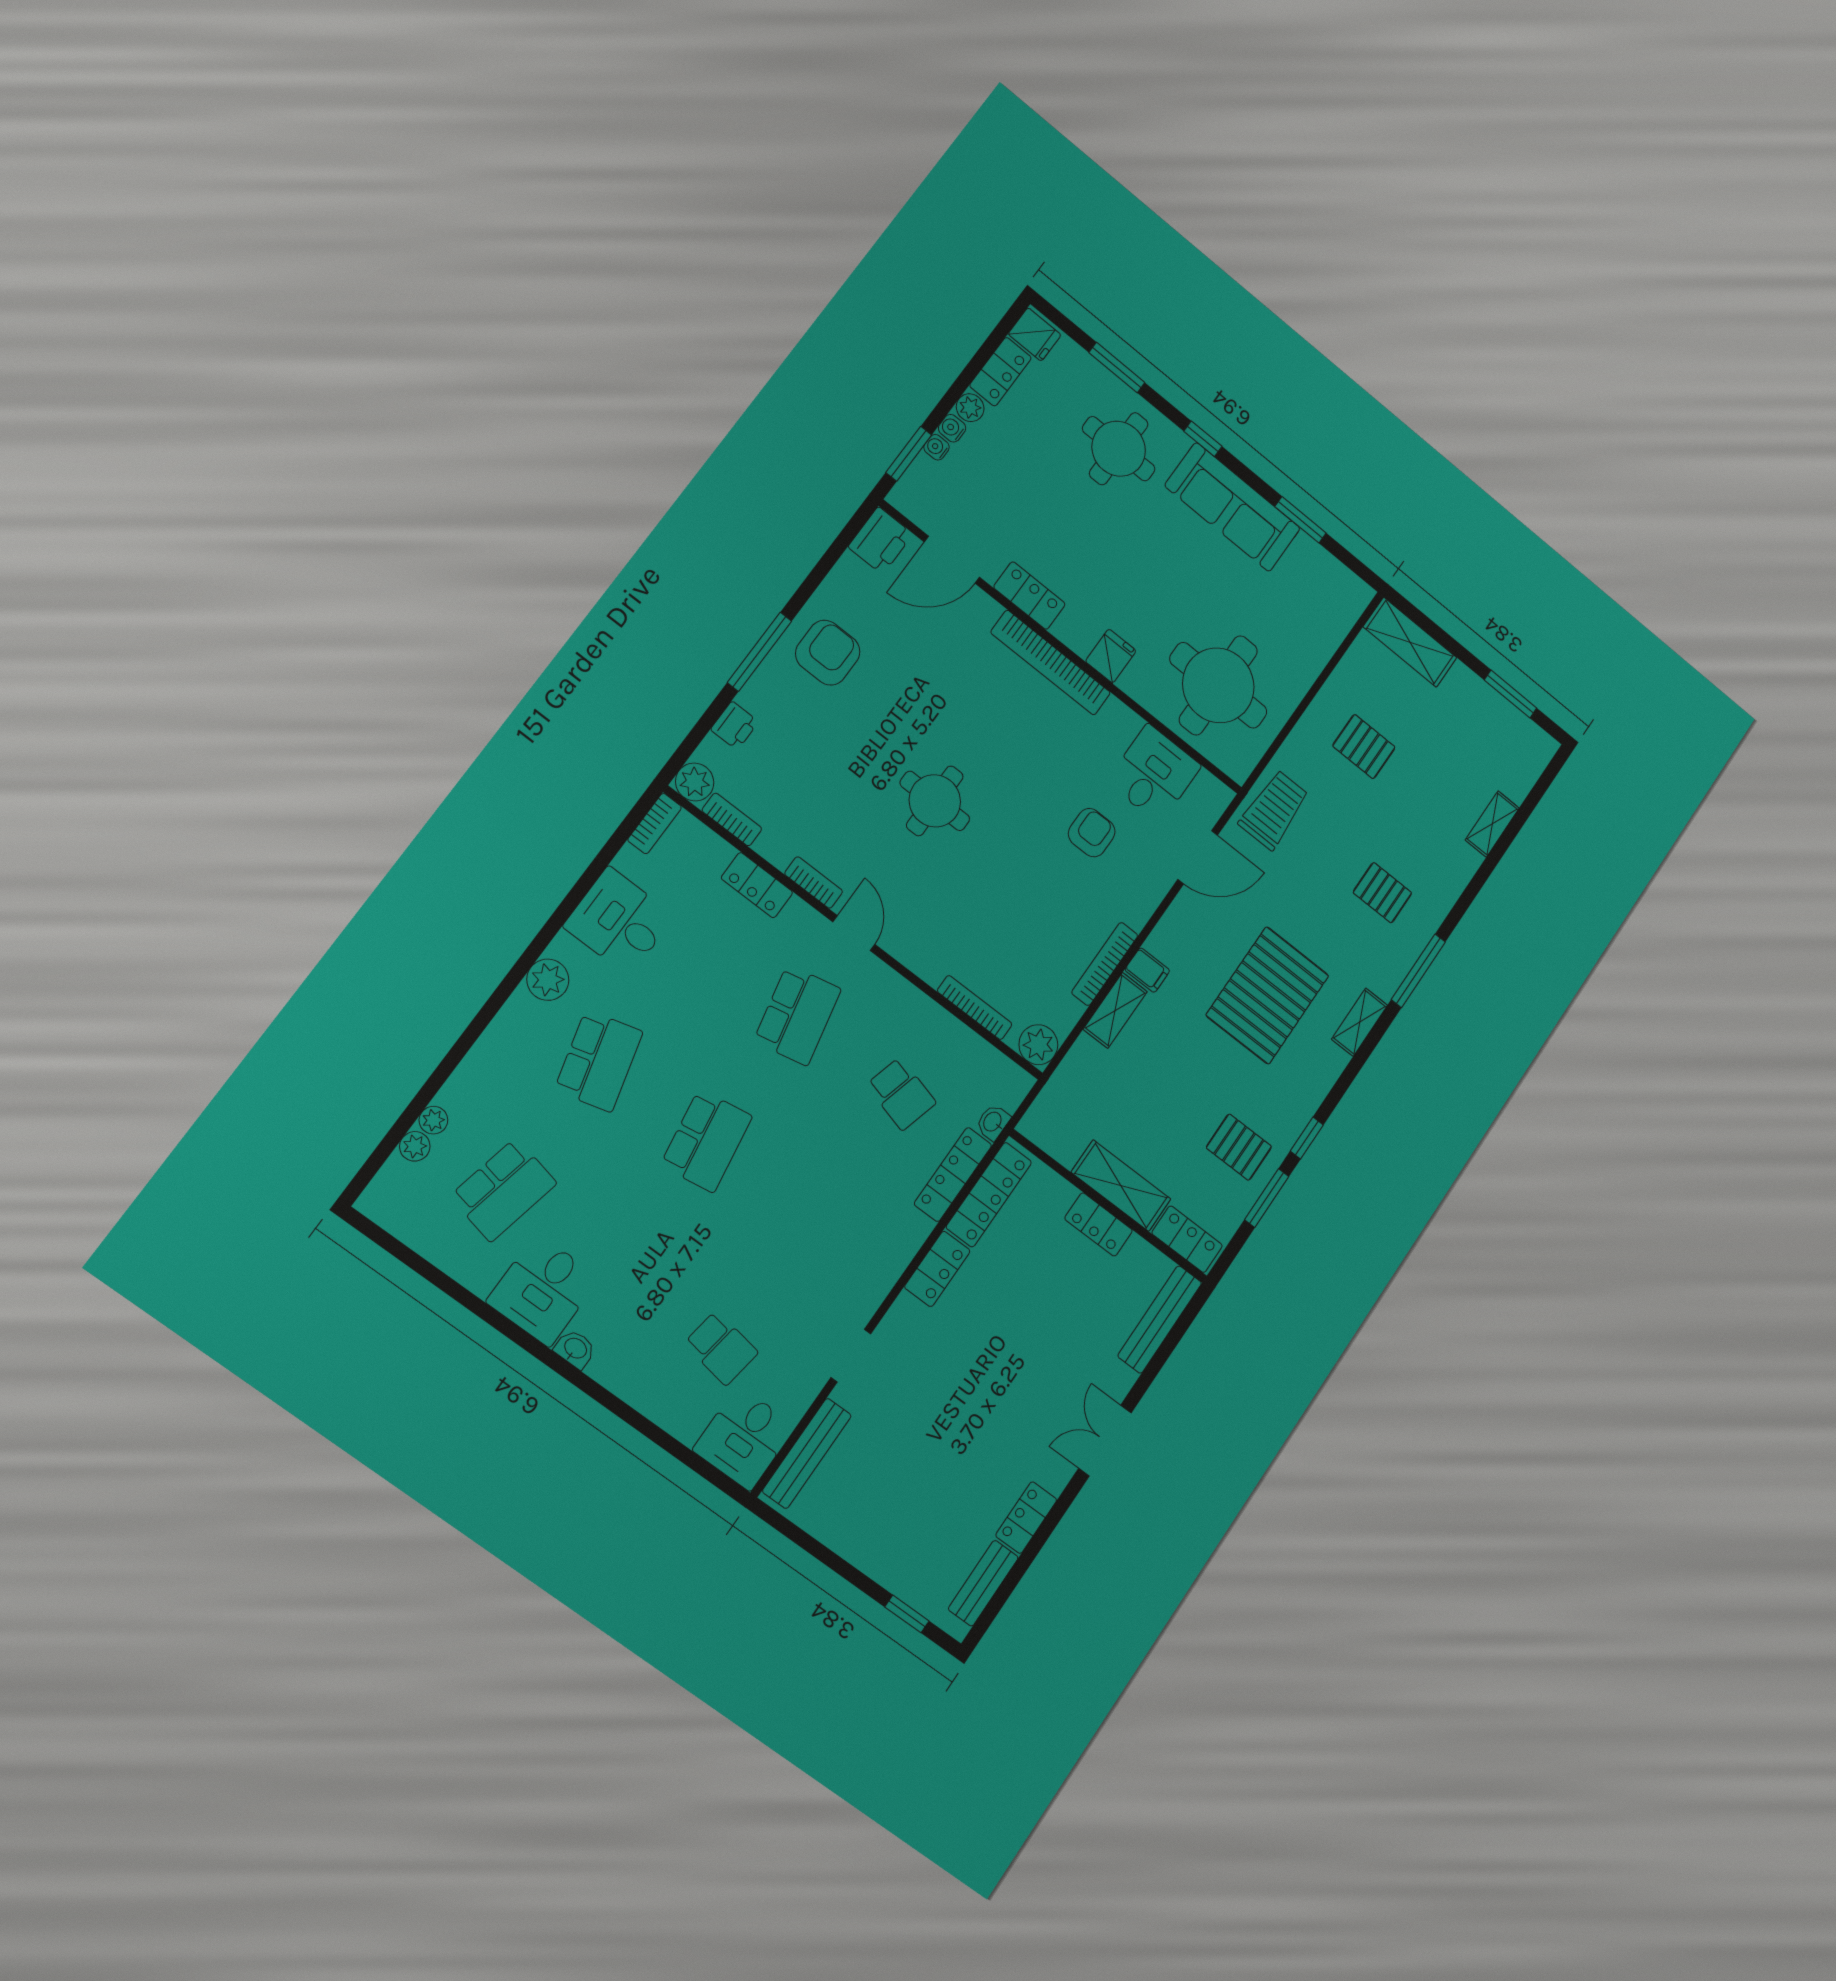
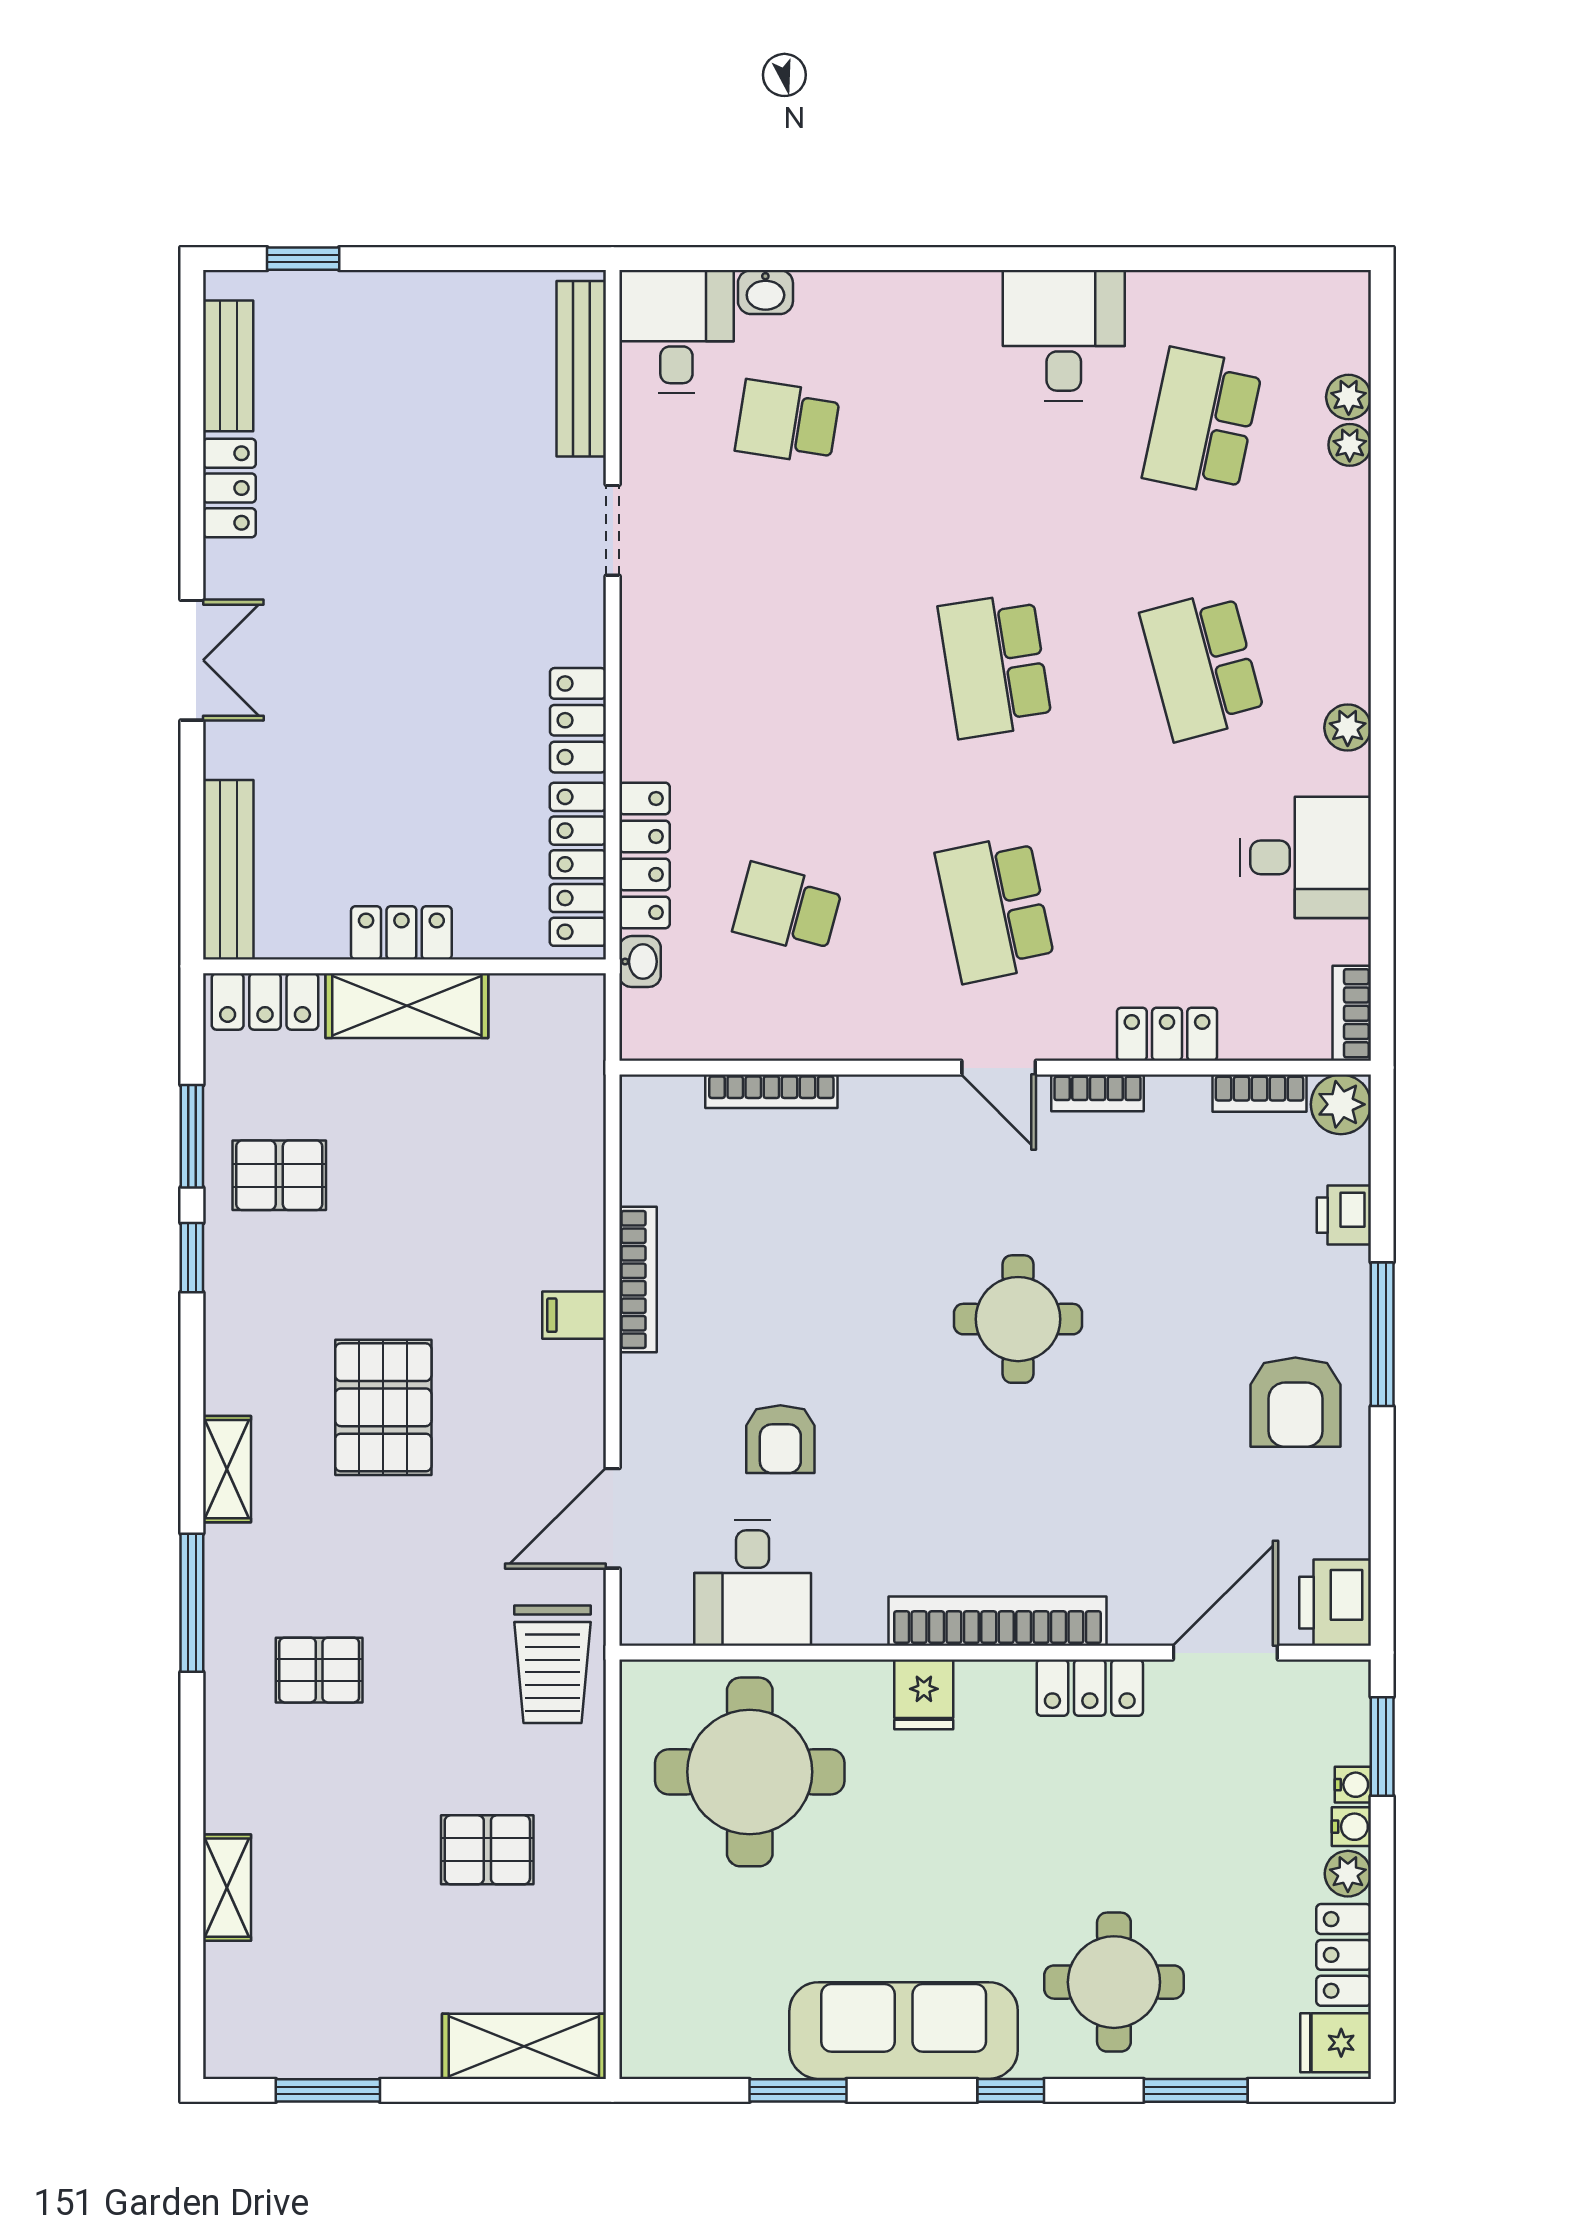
plant: (548, 980) -> (1348, 728), width x0.73, depth x0.73
pallet: (1268, 995) -> (383, 1407), width x0.73, depth x0.71
shelving: (1115, 1010) -> (580, 1229), removed
plant: (1038, 1045) -> (652, 1107), removed
washbasin: (575, 1349) -> (765, 292), moved

